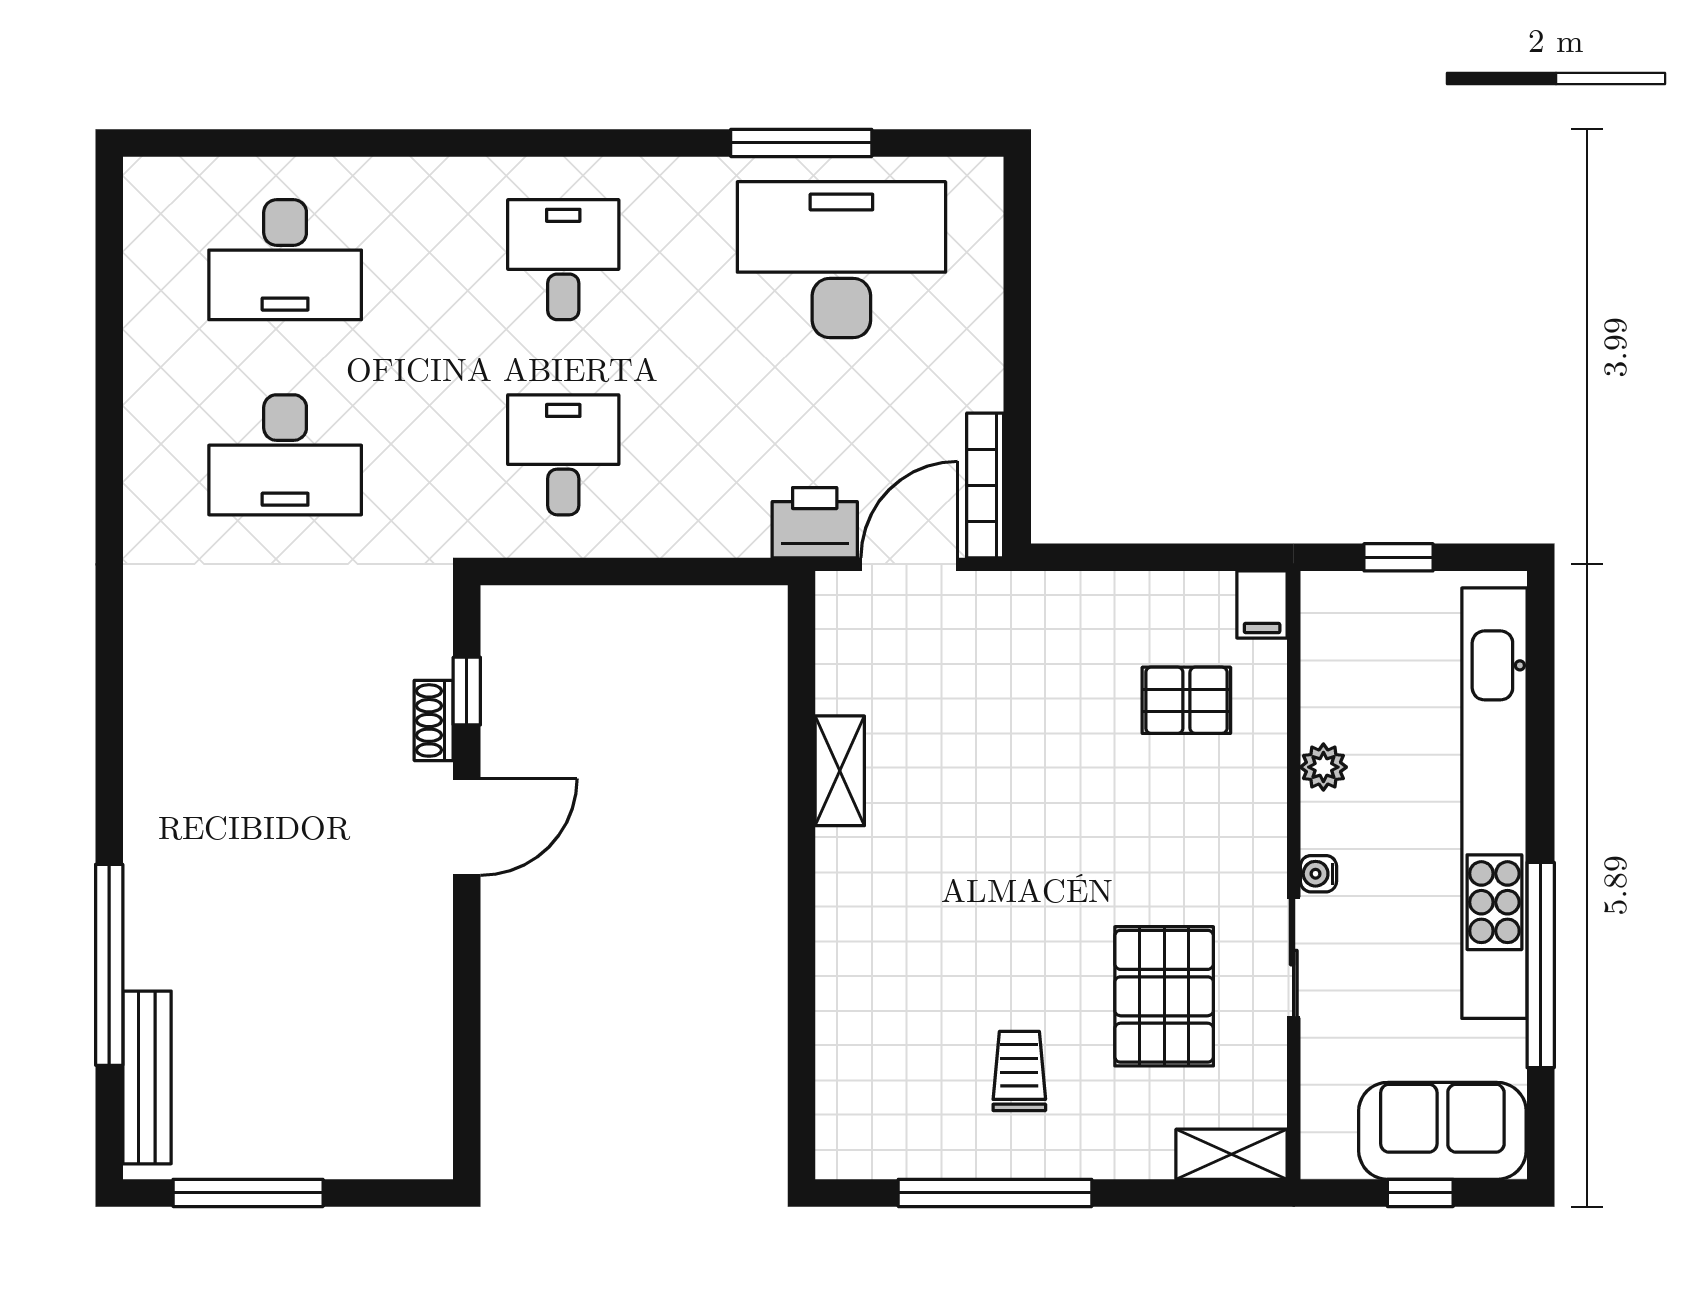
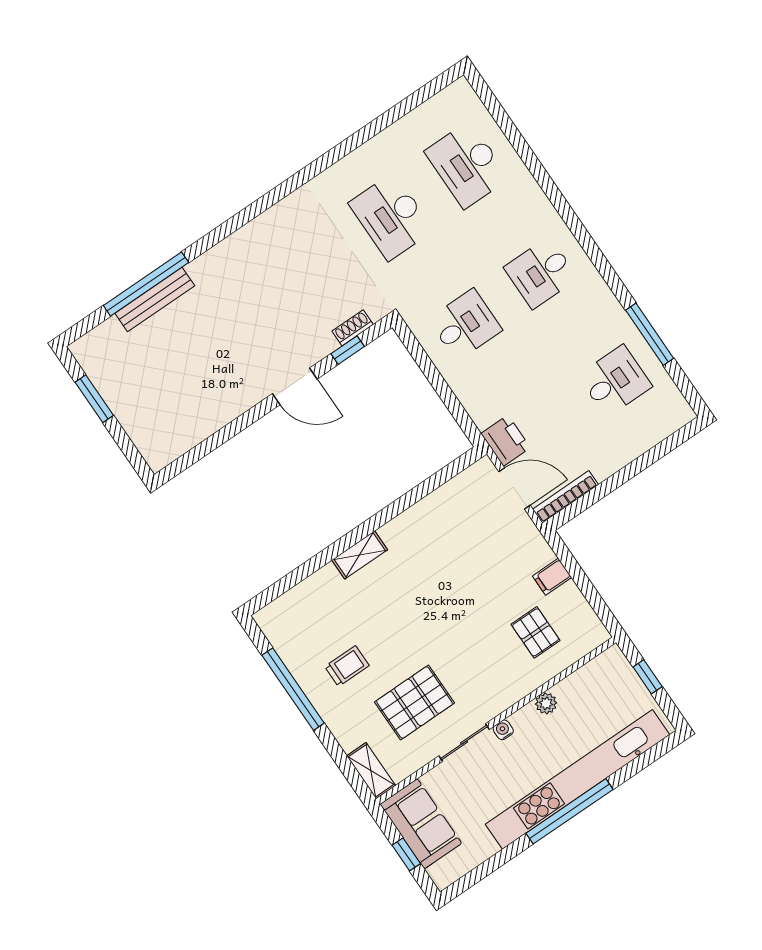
desk: (563, 260) -> (541, 273), turned 180
desk: (841, 260) -> (615, 381), width x0.53, depth x0.77
filing cabinet: (1262, 604) -> (552, 577), moved
shoe rack: (434, 720) -> (353, 328), moved
shelving: (840, 771) -> (360, 555), moved
window: (1541, 965) -> (570, 811), moved
bench: (147, 1077) -> (155, 300), moved
sofa: (1442, 1131) -> (421, 824), moved
window: (248, 1193) -> (94, 399), width x0.69

